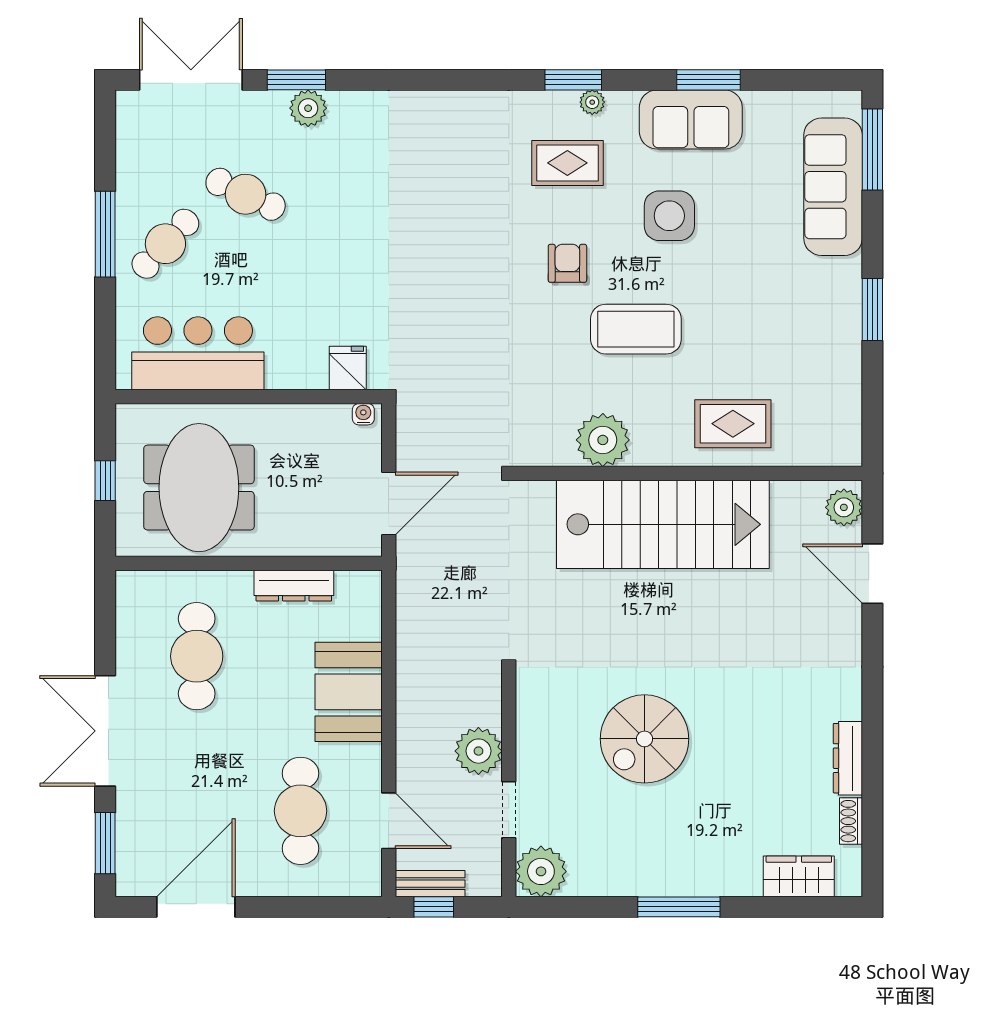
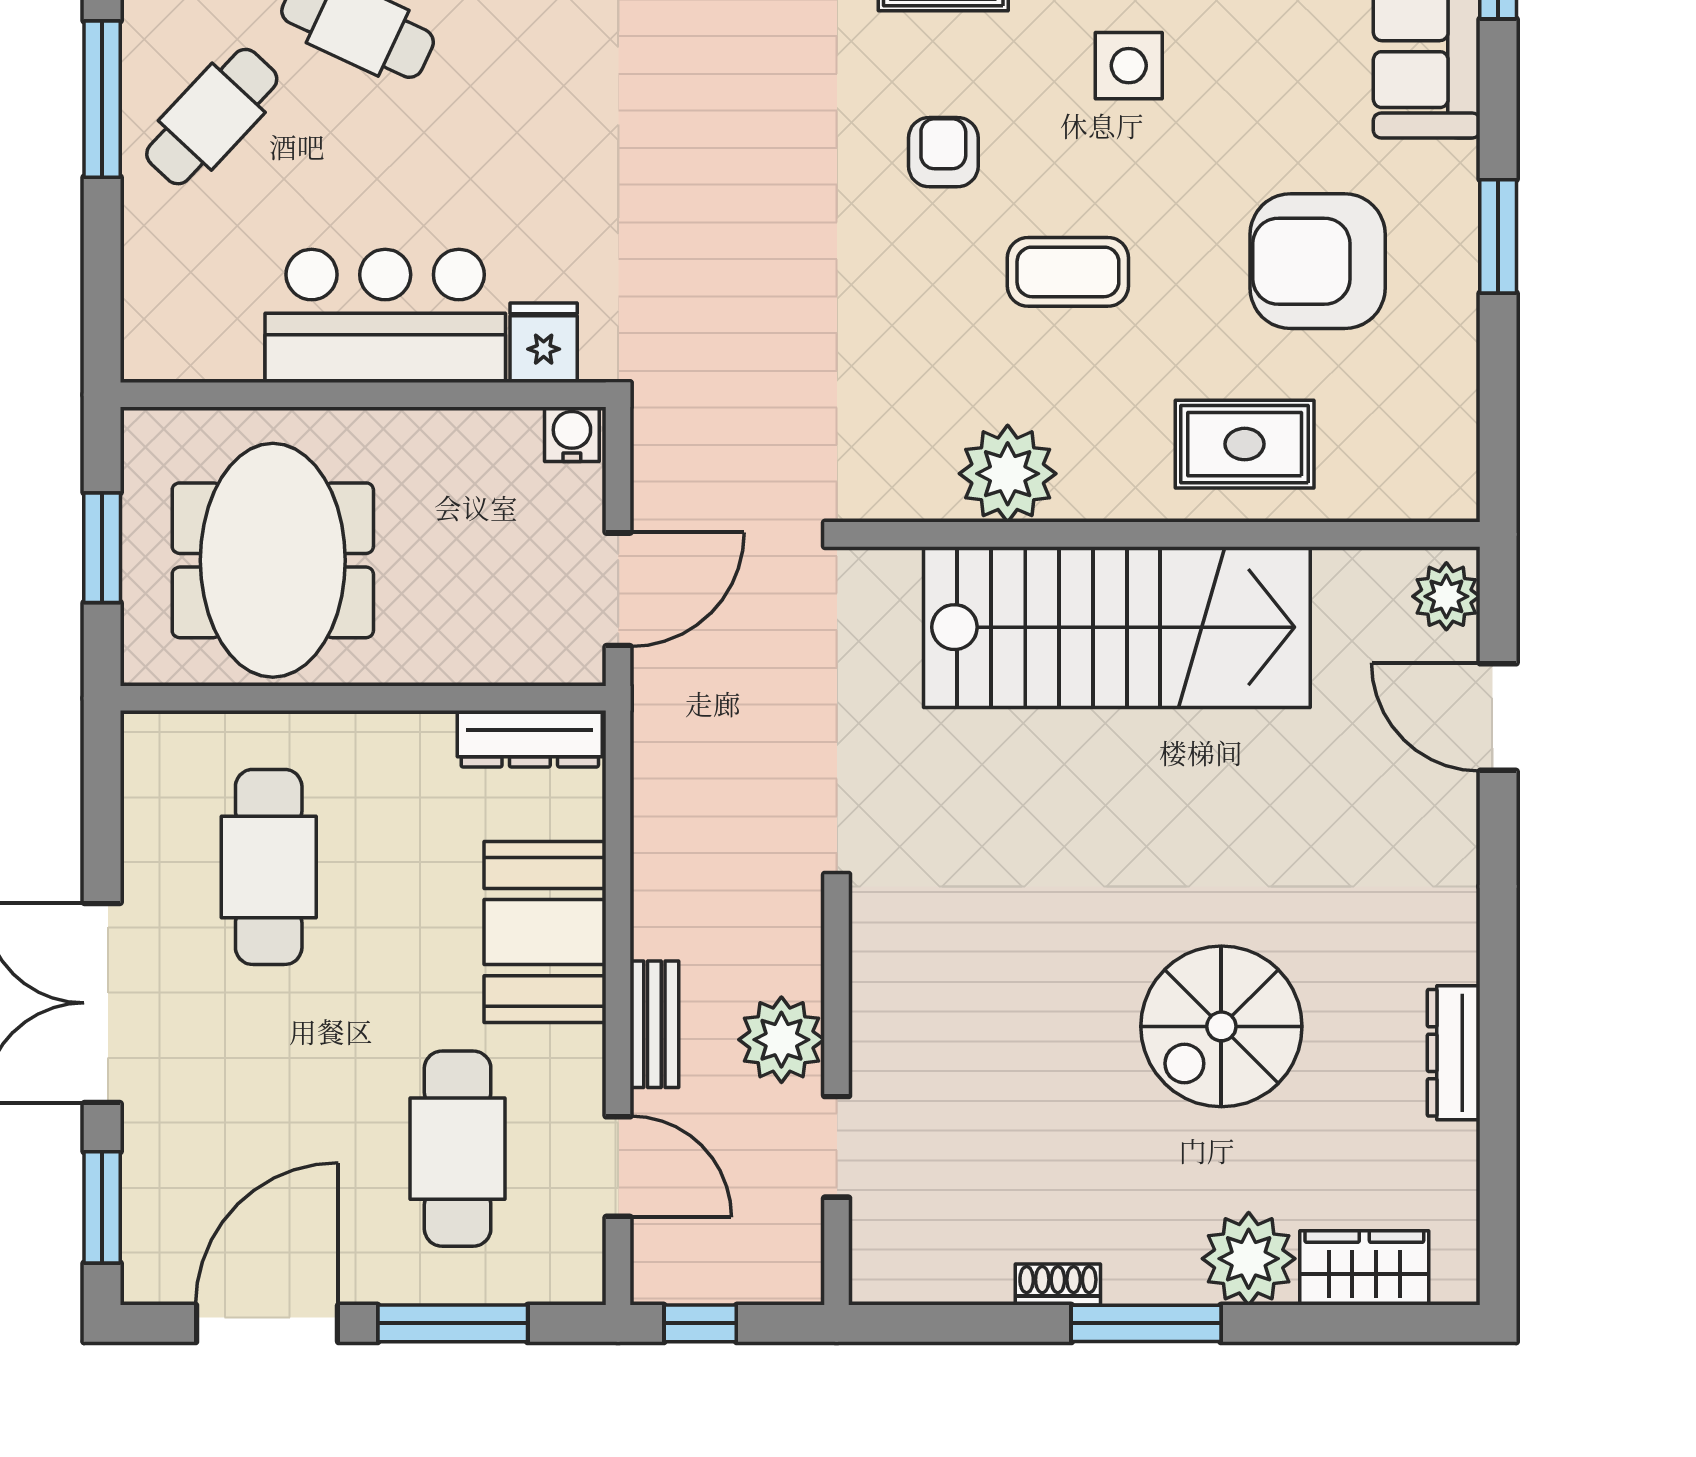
side table: (669, 216) -> (1129, 66), width x0.73, depth x0.73
armchair: (773, 323) -> (1318, 261), added
coffee table: (636, 329) -> (1068, 272), width x0.73, depth x0.76
bar counter: (198, 353) -> (385, 316), moved
water cooler: (363, 414) -> (572, 434), width x1.38, depth x1.38
window: (105, 481) -> (102, 548), width x1.50
dresser: (294, 586) -> (530, 739), moved
spiral stairs: (645, 739) -> (1221, 1026), moved
shoe rack: (851, 821) -> (1058, 1285), moved, turned 90
plant: (541, 871) -> (1249, 1259), moved
bench: (430, 884) -> (654, 1024), moved, turned 90
window: (298, 907) -> (453, 1323), added

